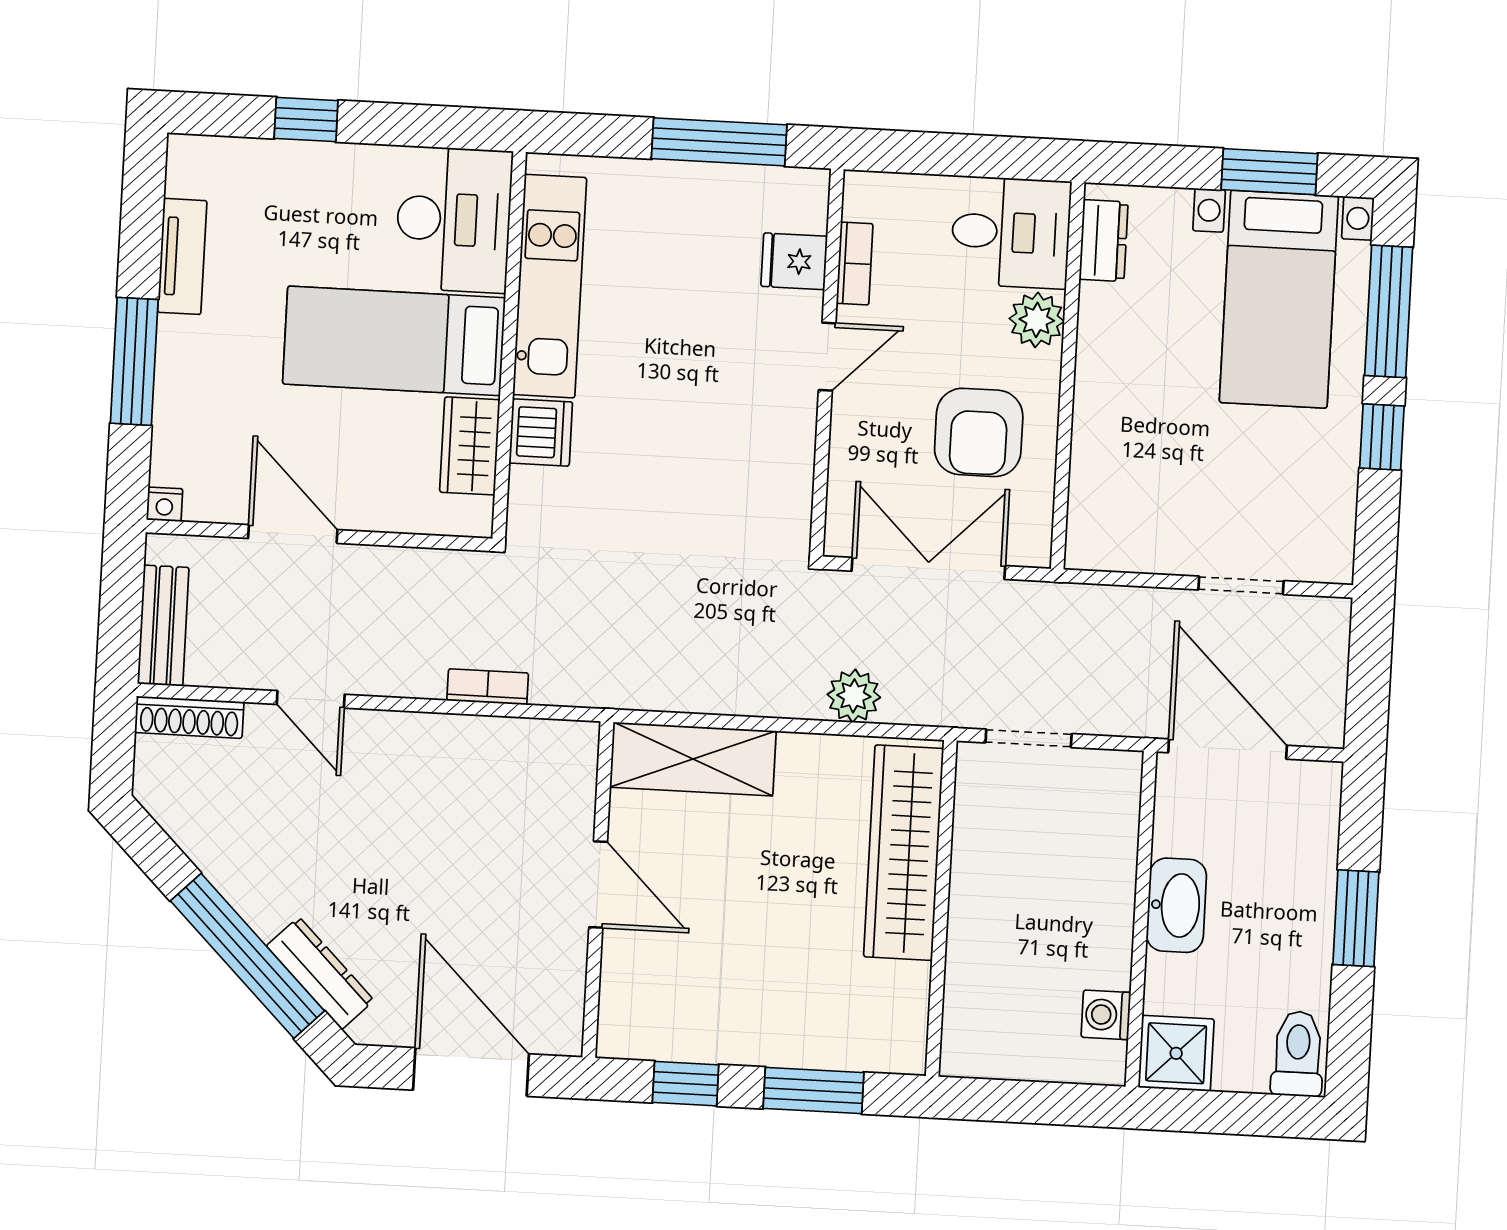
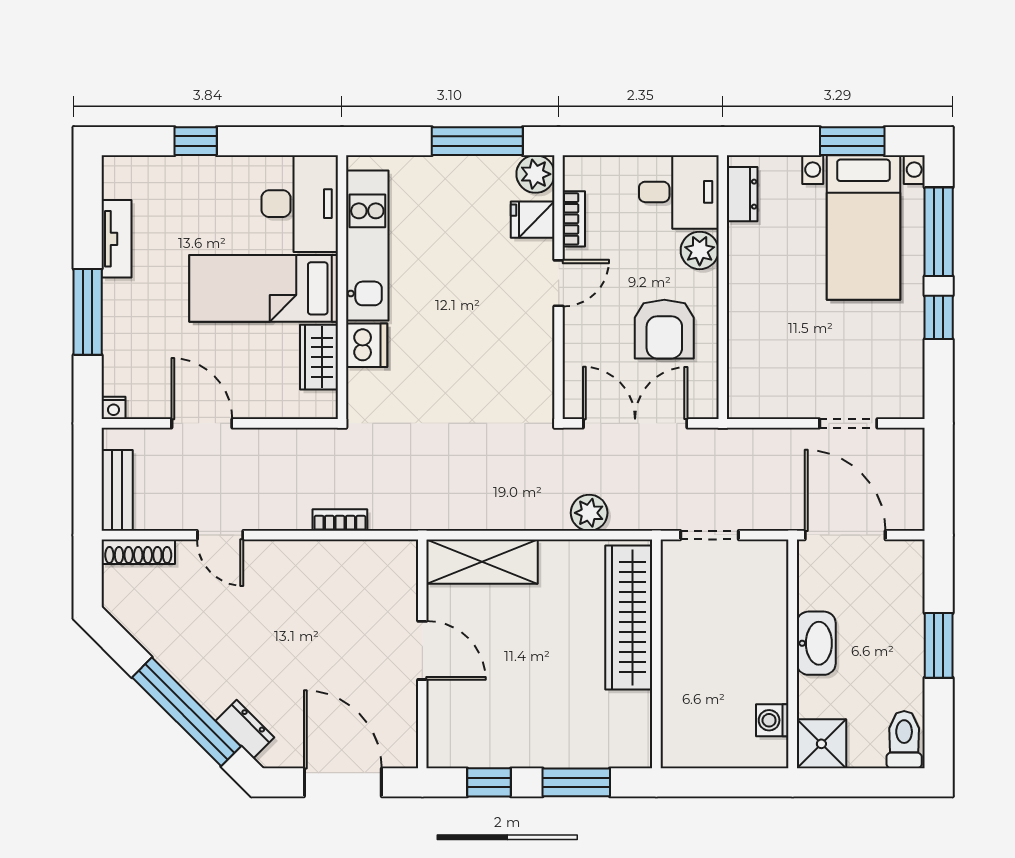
plant: (802, 195) -> (535, 174), added
dresser: (320, 973) -> (245, 729), width x0.70

